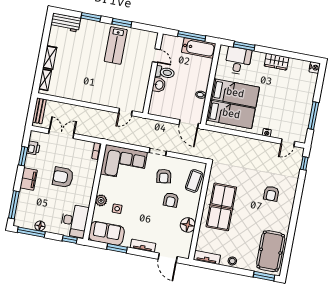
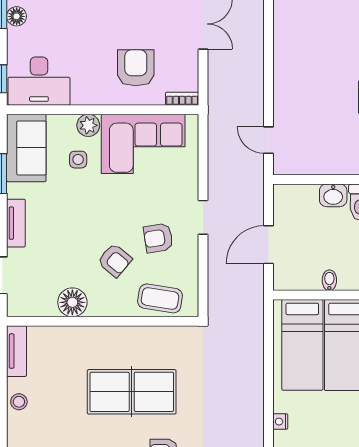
door: (189, 124) -> (268, 245), moved
corner sofa: (124, 163) -> (143, 144), moved, turned -90
armchair: (63, 177) -> (136, 68), moved
armchair: (171, 200) -> (115, 260), turned -140
table tennis table: (221, 207) -> (132, 392), moved

